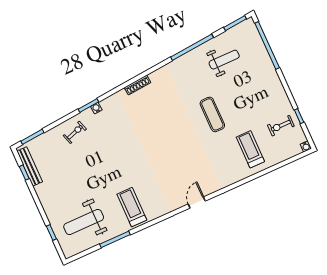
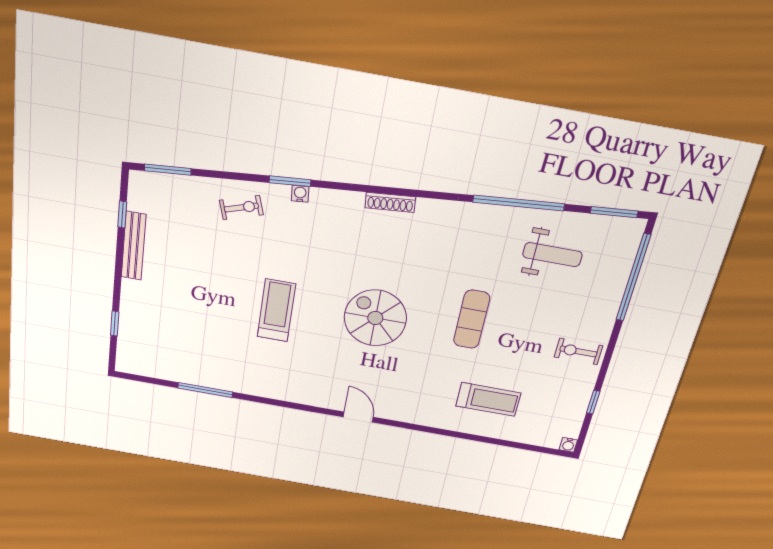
exercise bike: (281, 126) -> (578, 351), moved
spiral stairs: (169, 144) -> (375, 318), added
treadmill: (250, 149) -> (488, 399), turned 90
bench: (30, 166) -> (134, 246), moved
door: (197, 202) -> (358, 417), hinge flipped
treadmill: (132, 207) -> (276, 310), moved
weight bench: (84, 222) -> (173, 340), removed

